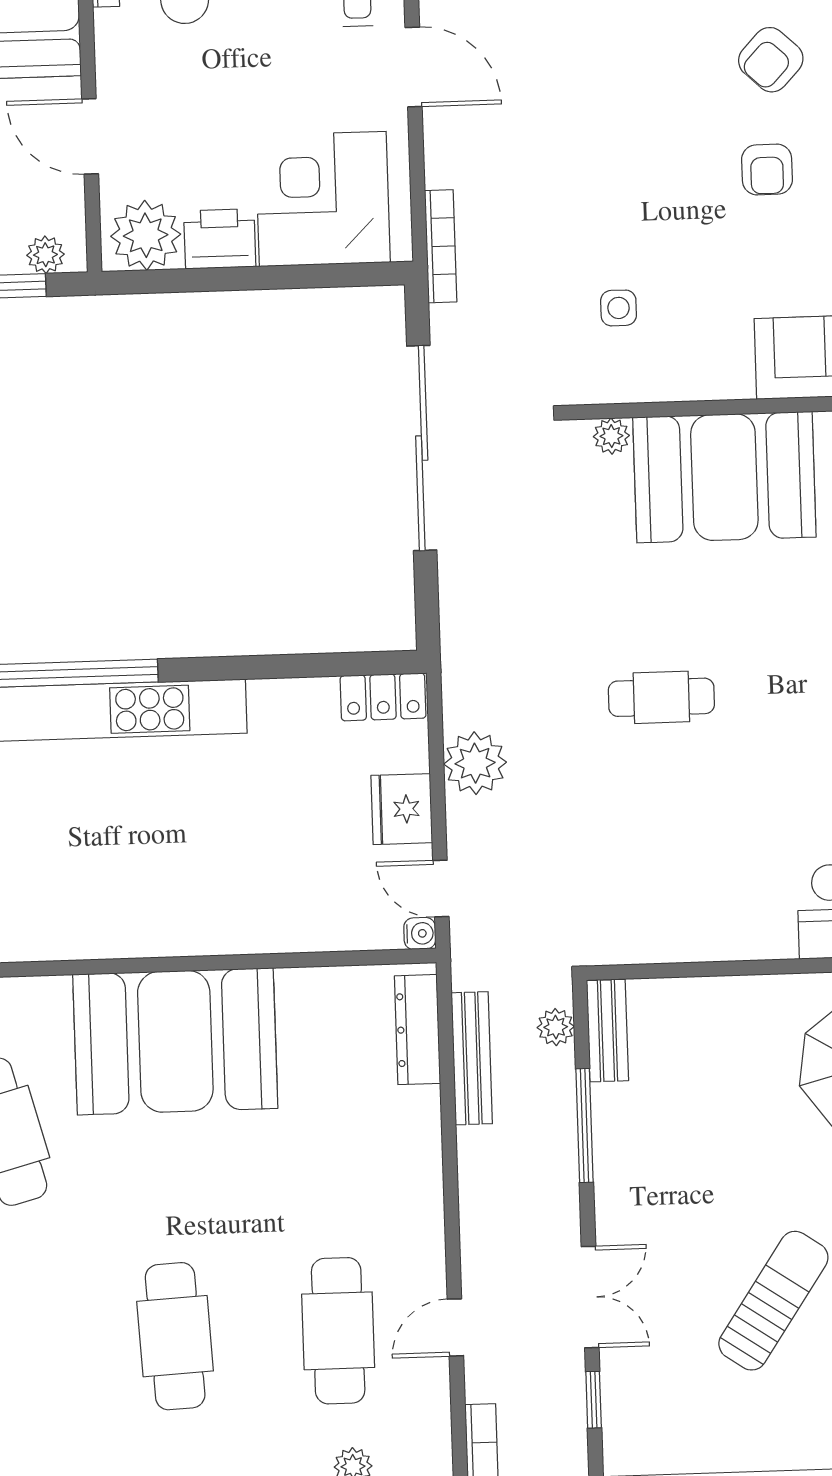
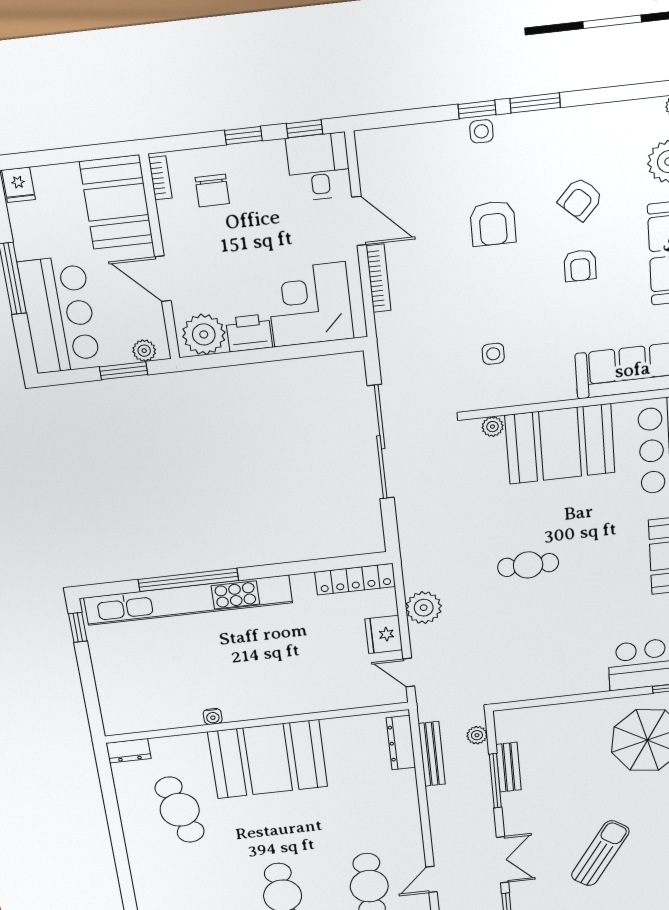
armchair: (628, 88) -> (493, 223), added
bookcase: (441, 246) -> (379, 278), moved
locker: (383, 697) -> (355, 579), width x1.53
water cooler: (420, 933) -> (213, 716), moved, turned 90
bench: (607, 1031) -> (508, 767), moved

